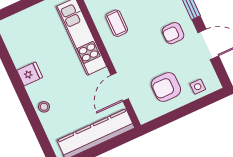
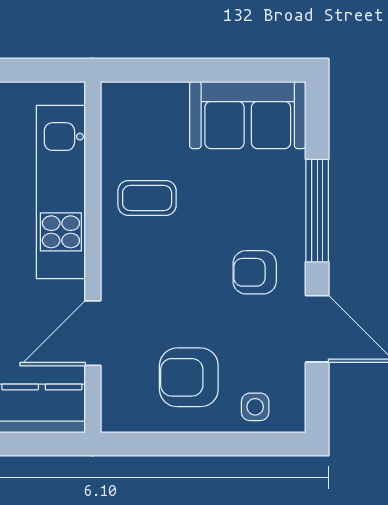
coffee table: (117, 23) -> (147, 198), turned 90

